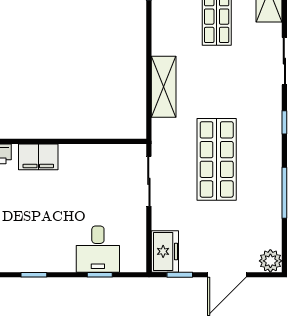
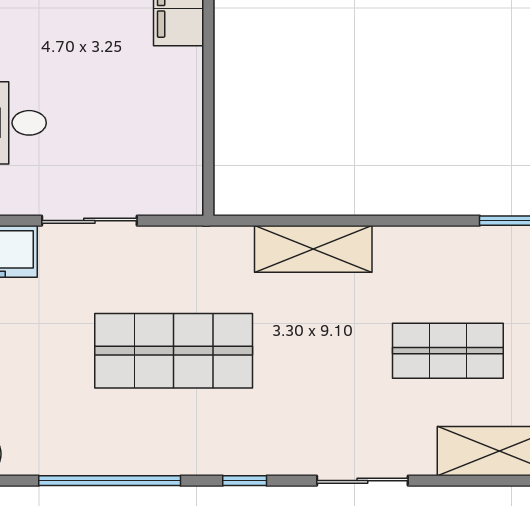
sliding door: (149, 181) -> (89, 221), moved
window: (284, 193) -> (110, 481), width x1.46

